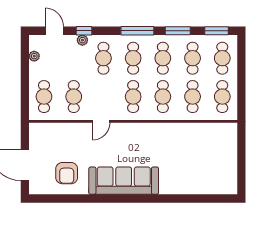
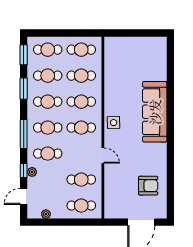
window: (137, 31) -> (24, 134), moved
side table: (139, 134) -> (114, 123), added
sofa: (124, 181) -> (155, 112), moved

